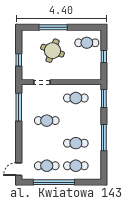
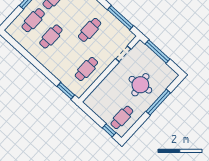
round table: (53, 51) -> (140, 85), turned -30
window: (104, 56) -> (109, 130), moved
window: (19, 60) -> (157, 52), width x2.17
window: (104, 138) -> (35, 62), removed

